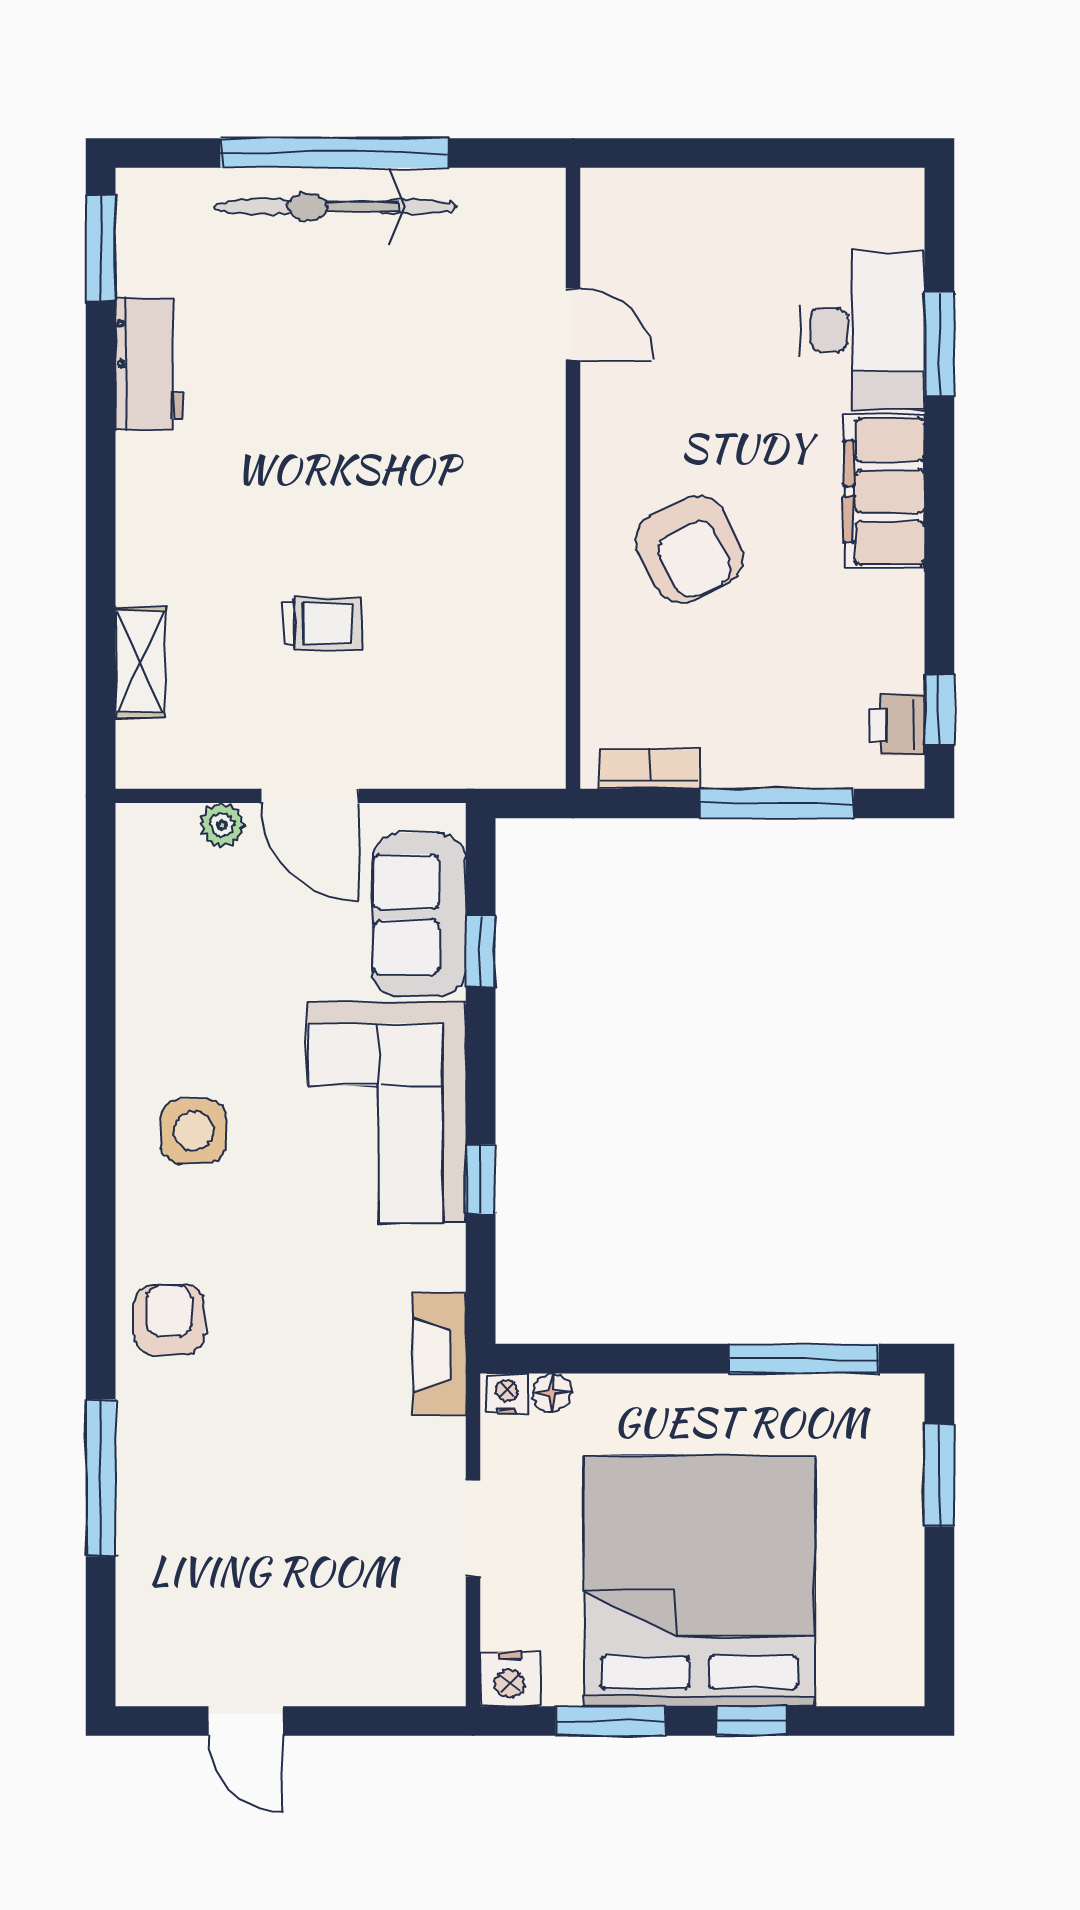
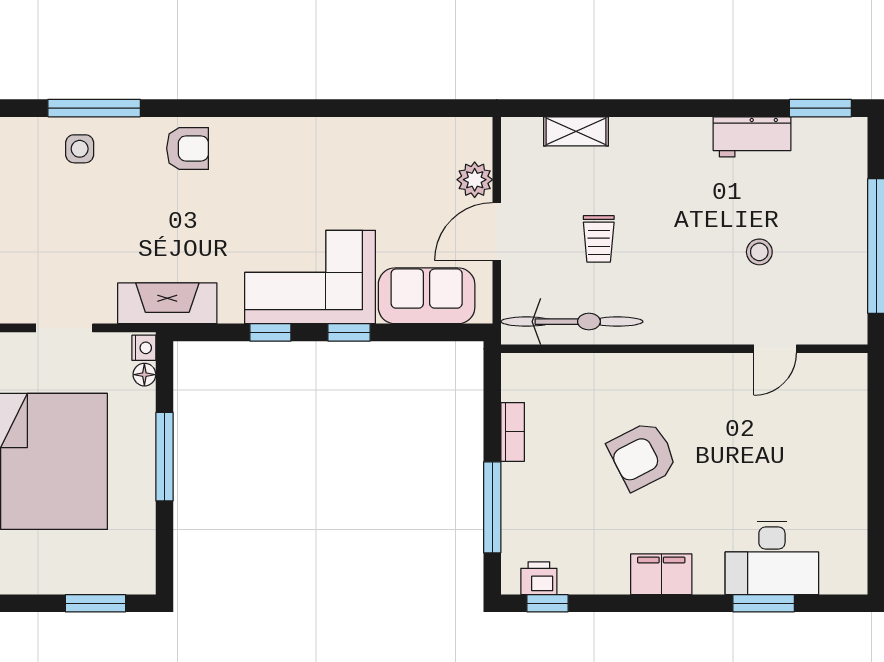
bicycle: (336, 207) -> (572, 322), moved, turned 90
door: (573, 324) -> (775, 349), moved
stool: (344, 351) -> (759, 252), added
wall: (573, 478) -> (684, 349), moved
filing cabinet: (884, 491) -> (661, 574), width x0.67, depth x0.86
plant: (222, 825) -> (475, 180), width x1.38, depth x1.38
window: (481, 951) -> (349, 332), moved
side table: (194, 1131) -> (80, 149), moved, width x0.73, depth x0.73
fireplace: (440, 1354) -> (167, 303), width x1.37, depth x1.32
window: (804, 1359) -> (164, 457), moved

